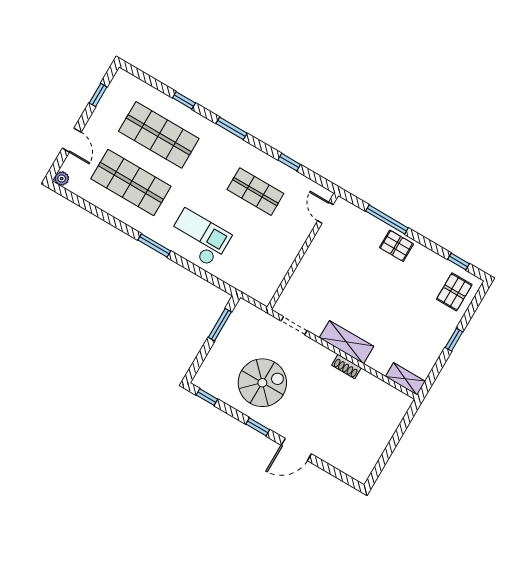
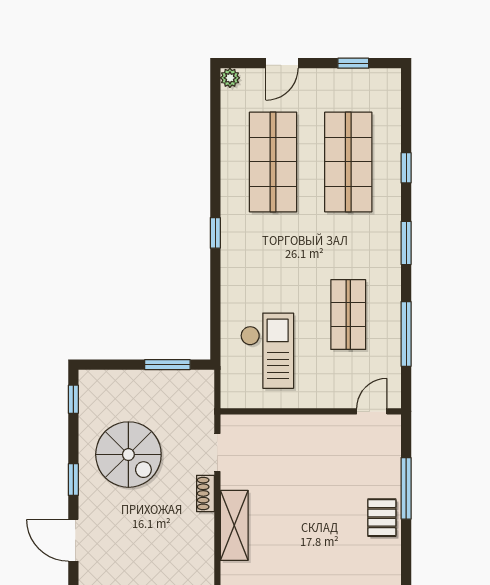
window: (289, 162) -> (406, 334), width x2.17
checkout: (199, 238) -> (267, 351), moved
window: (154, 245) -> (215, 233), width x0.67
shoe rack: (346, 367) -> (205, 493), moved

